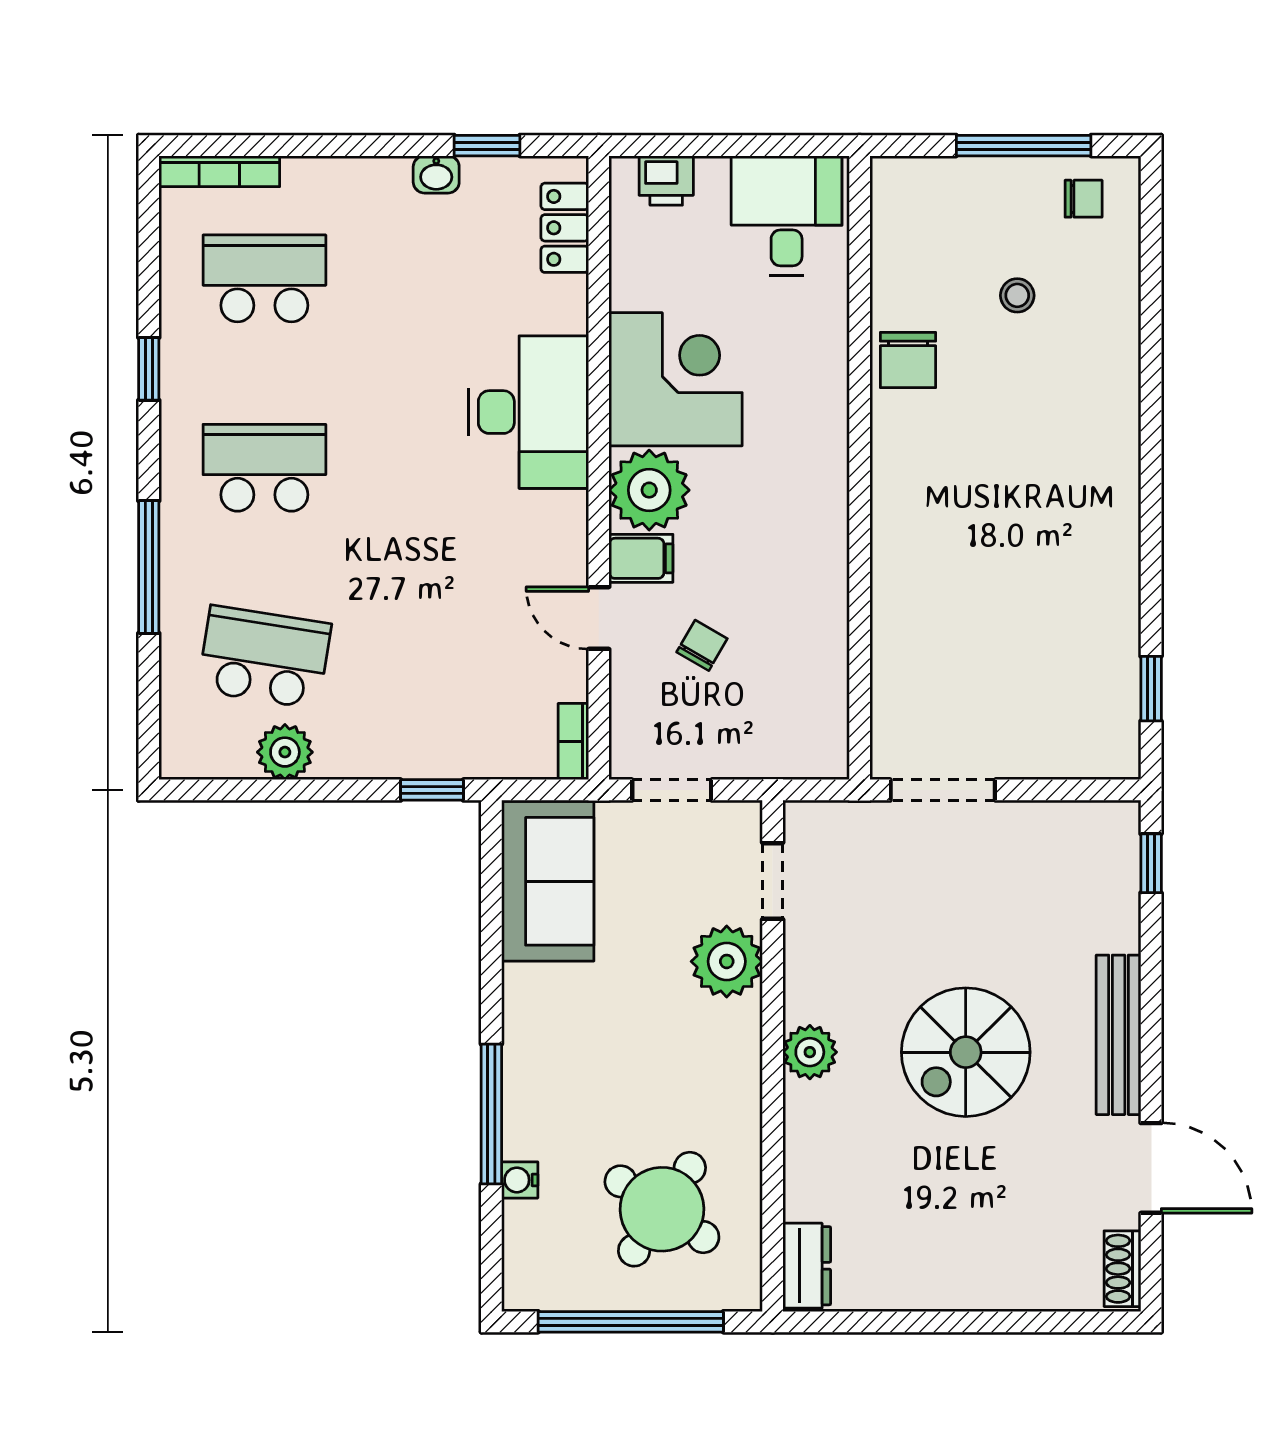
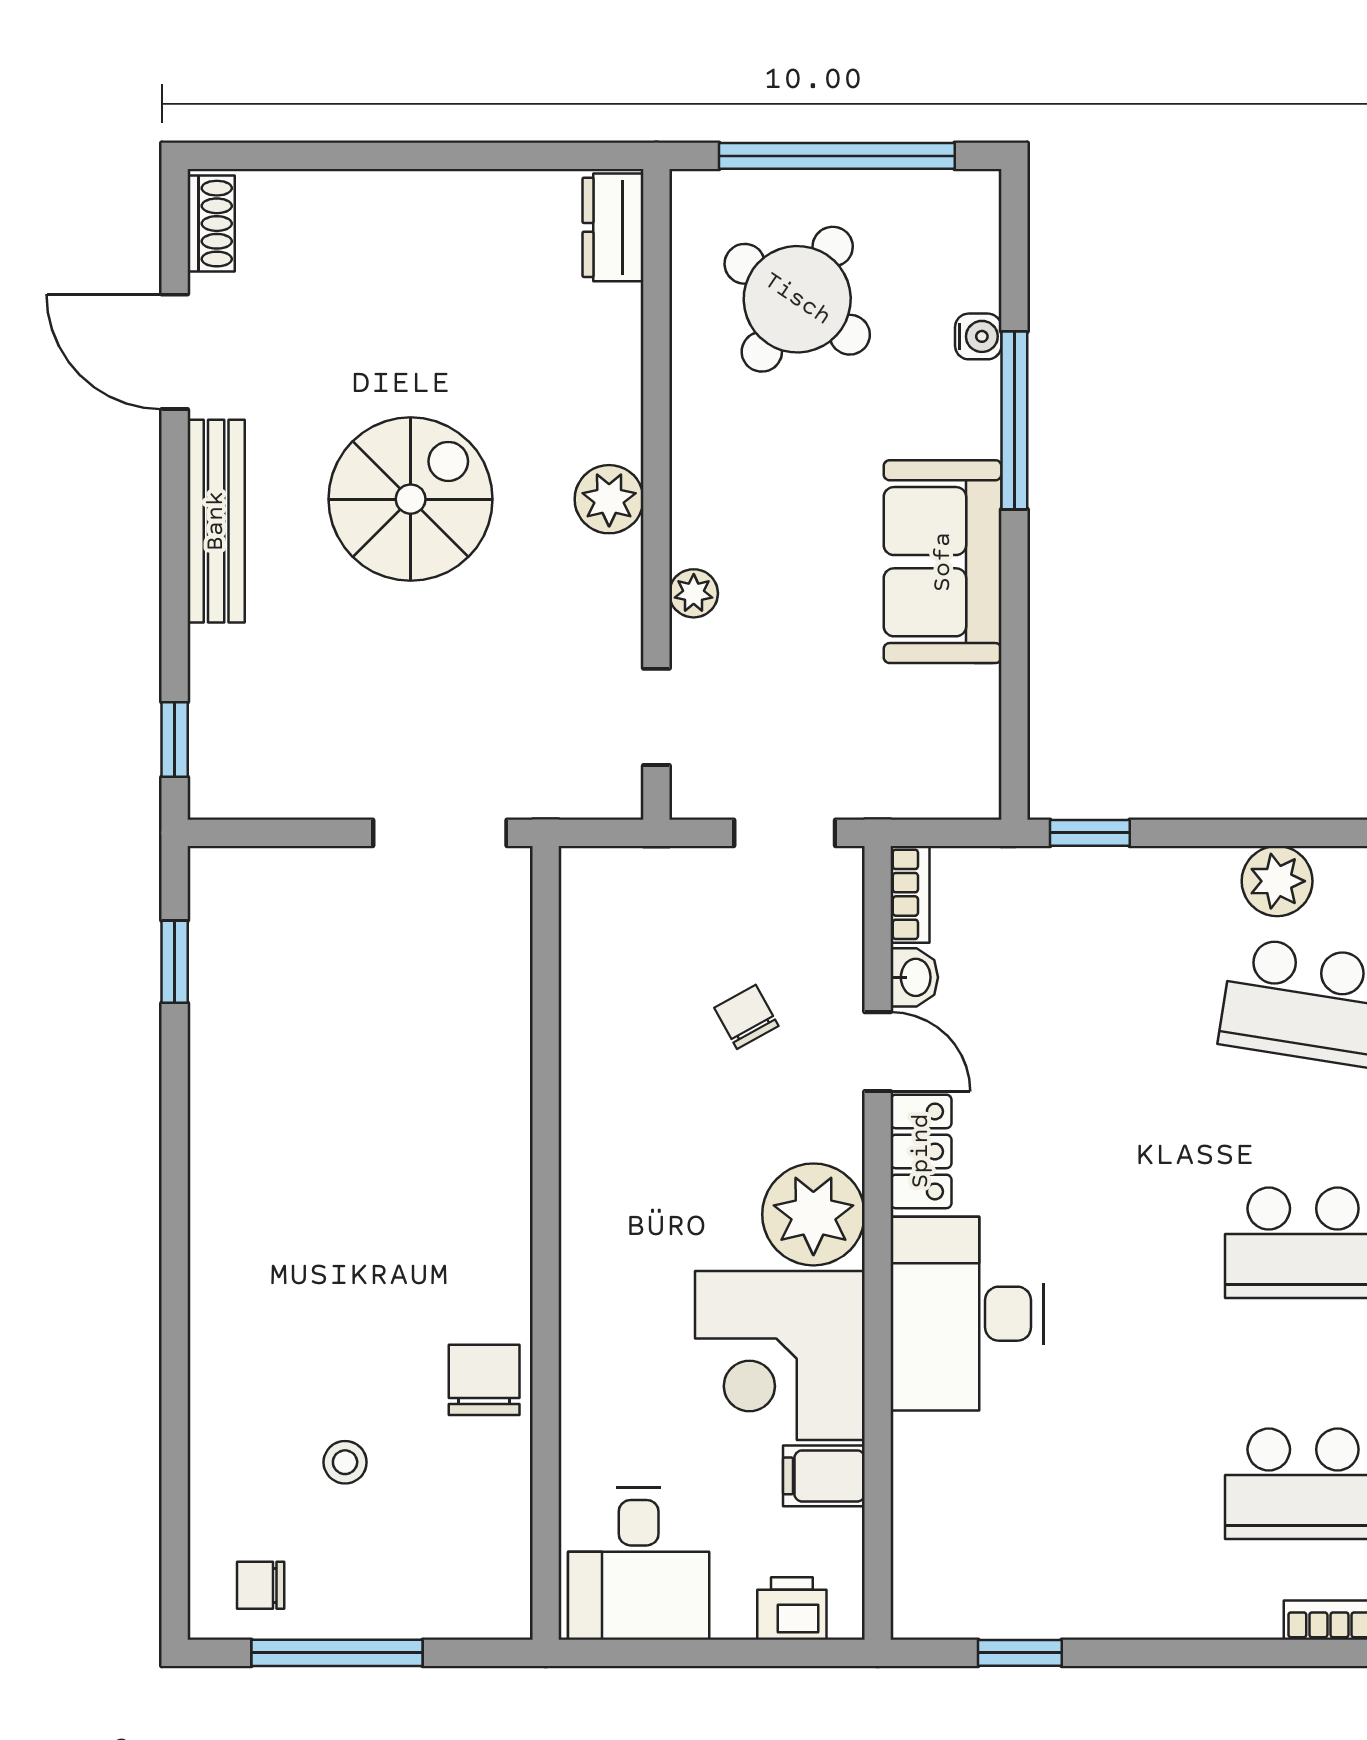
washbasin: (436, 174) -> (914, 977), moved, turned 90
locker: (565, 228) -> (921, 1151), moved
filing cabinet: (641, 558) -> (824, 1476), moved
chair: (702, 645) -> (746, 1017), turned 121
sofa: (548, 881) -> (943, 562), moved
plant: (727, 961) -> (694, 593), width x0.53, depth x0.53

